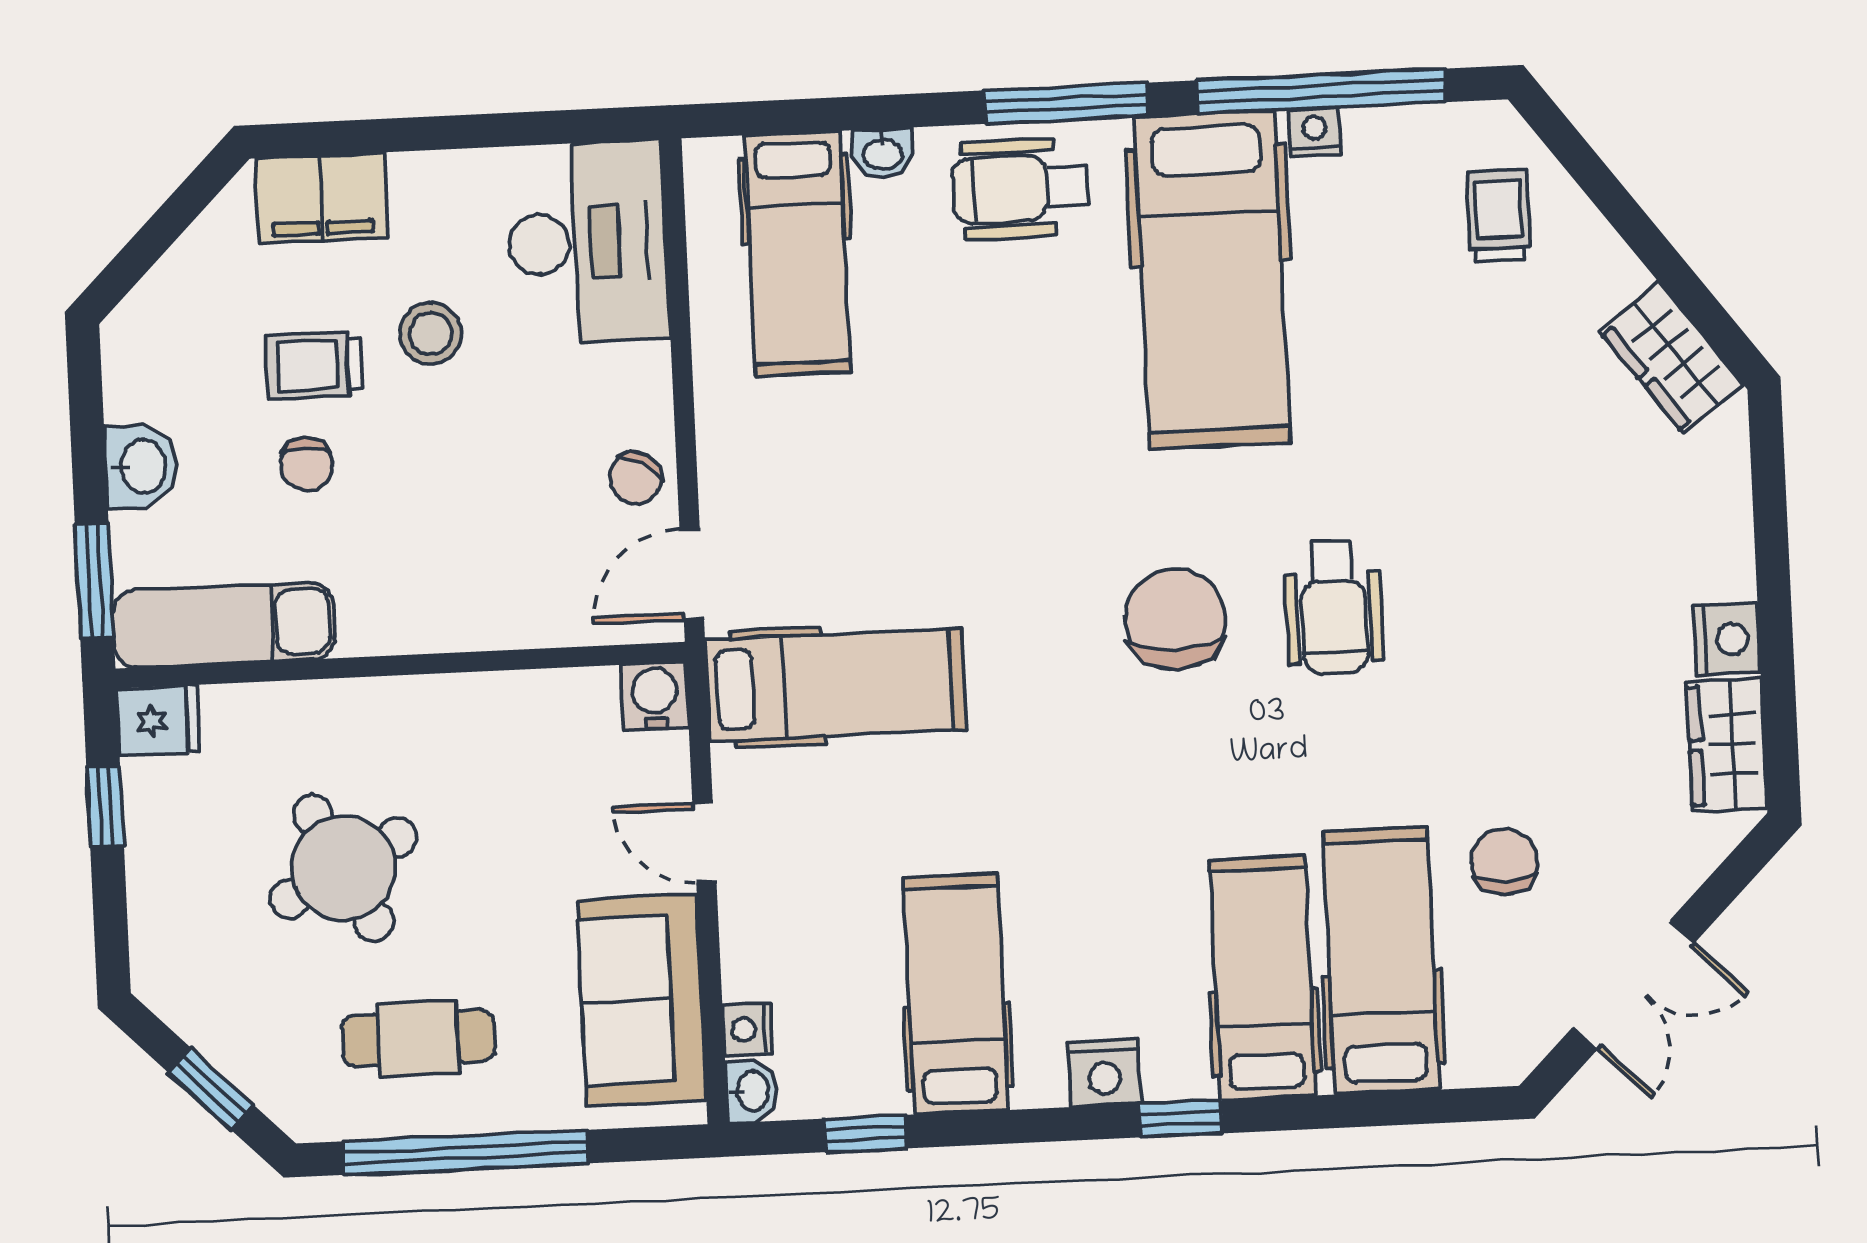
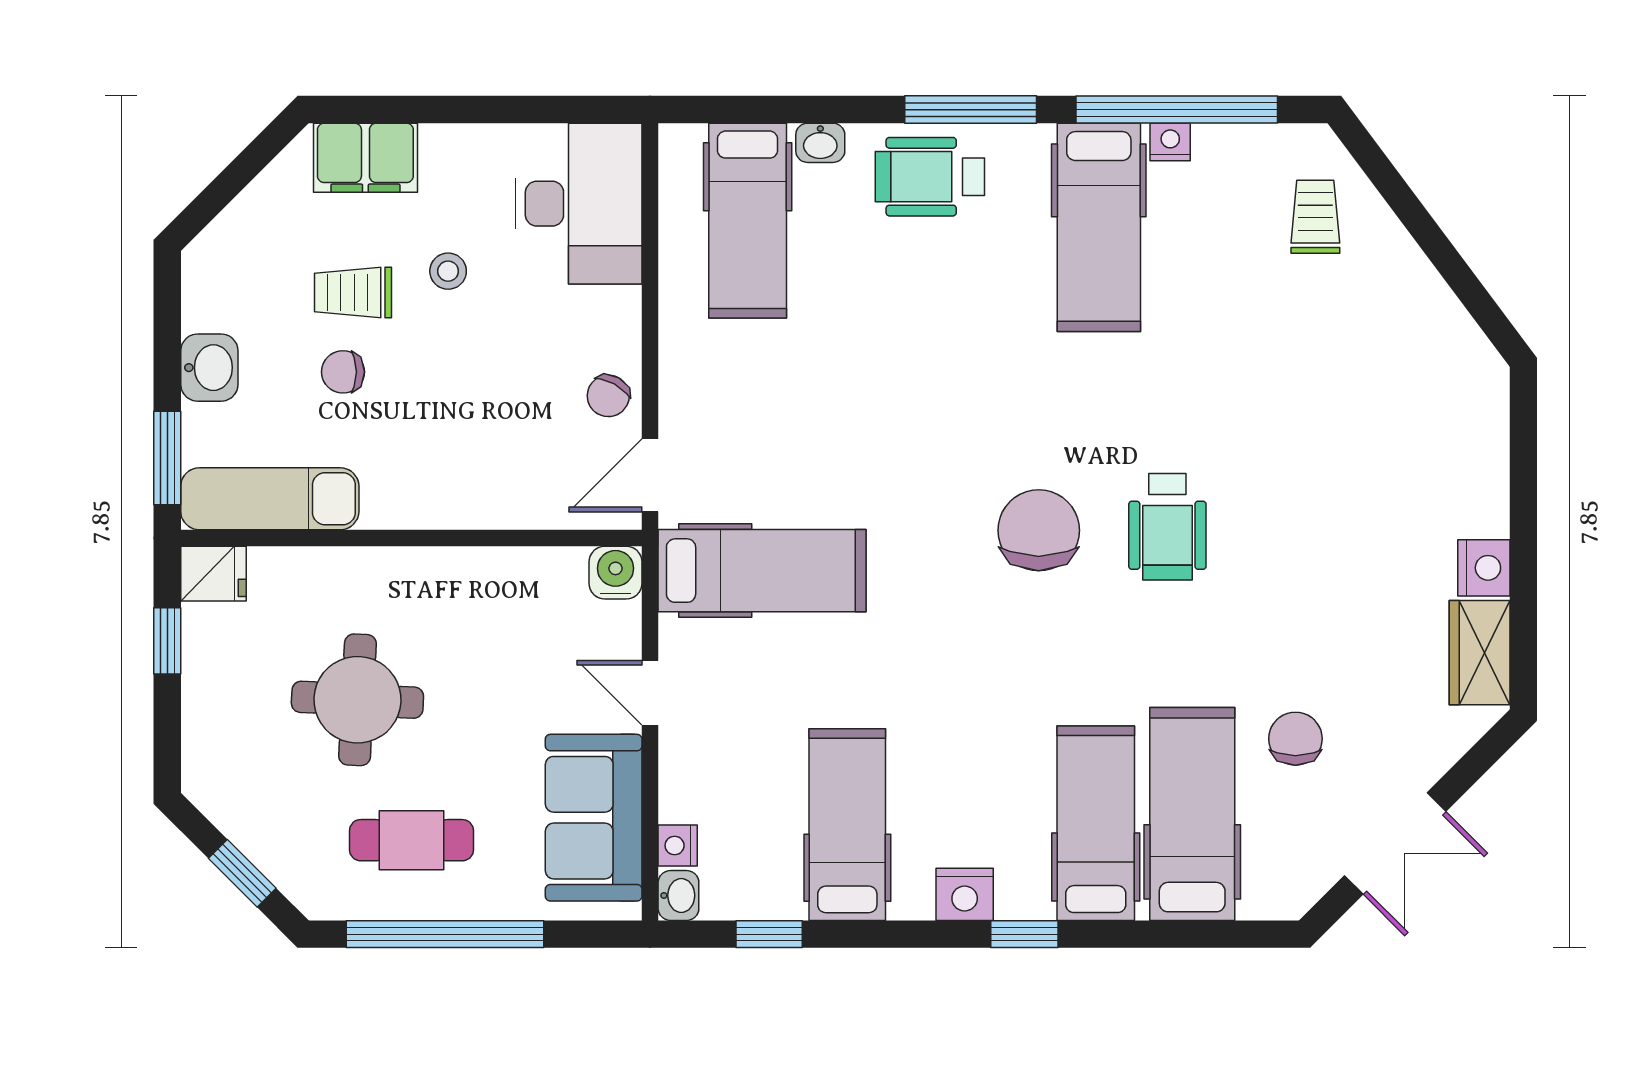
hospital bed: (1212, 280) -> (1099, 227), width x0.73, depth x0.78
stool: (430, 333) -> (448, 271), width x0.73, depth x0.73
wardrobe: (1671, 358) -> (1449, 338), removed
chair: (306, 464) -> (343, 372), turned 90
round table: (343, 868) -> (357, 700), turned 30

